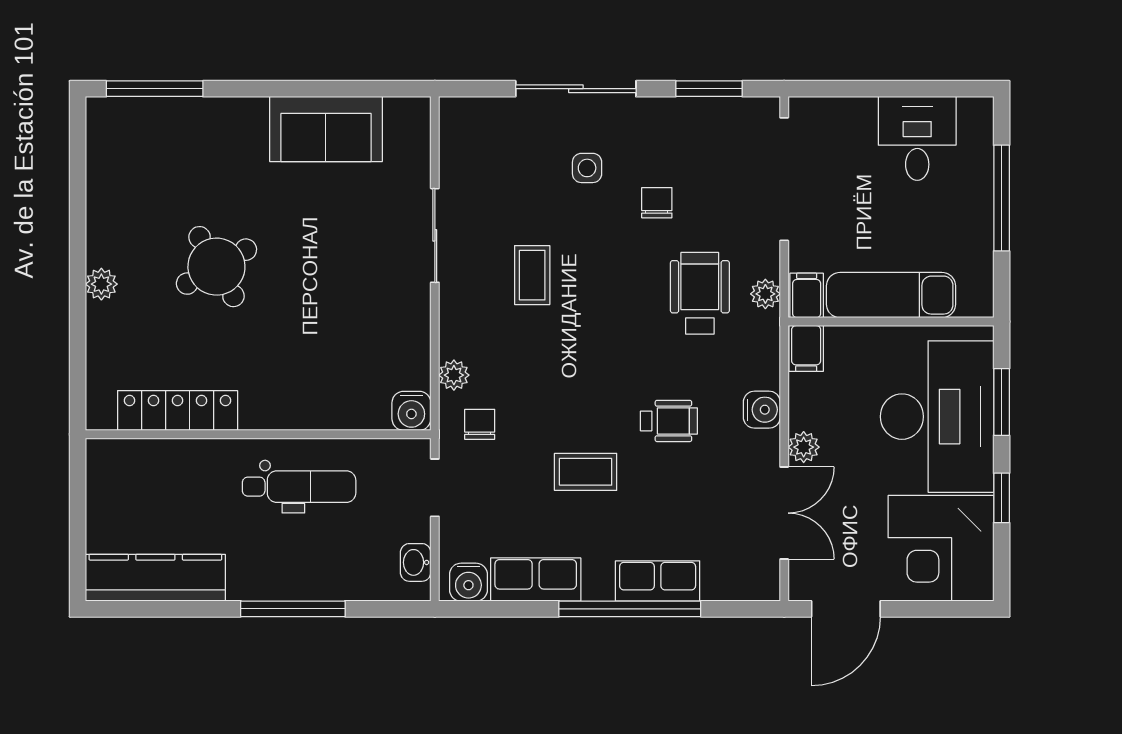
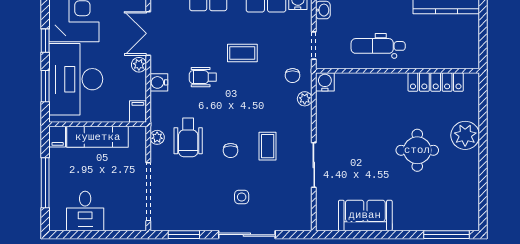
chair: (657, 203) -> (231, 151), moved
round table: (216, 267) -> (417, 150), turned 30
plant: (101, 284) -> (465, 135), width x1.87, depth x1.87
filing cabinet: (807, 295) -> (58, 137), moved

